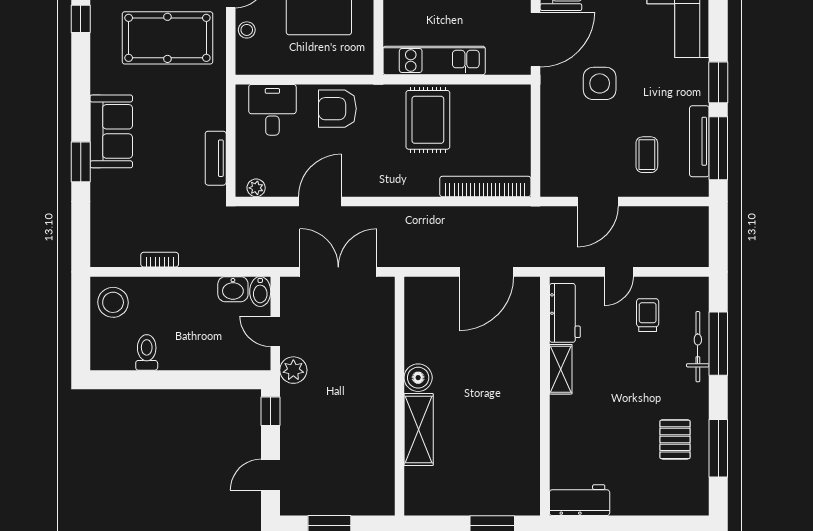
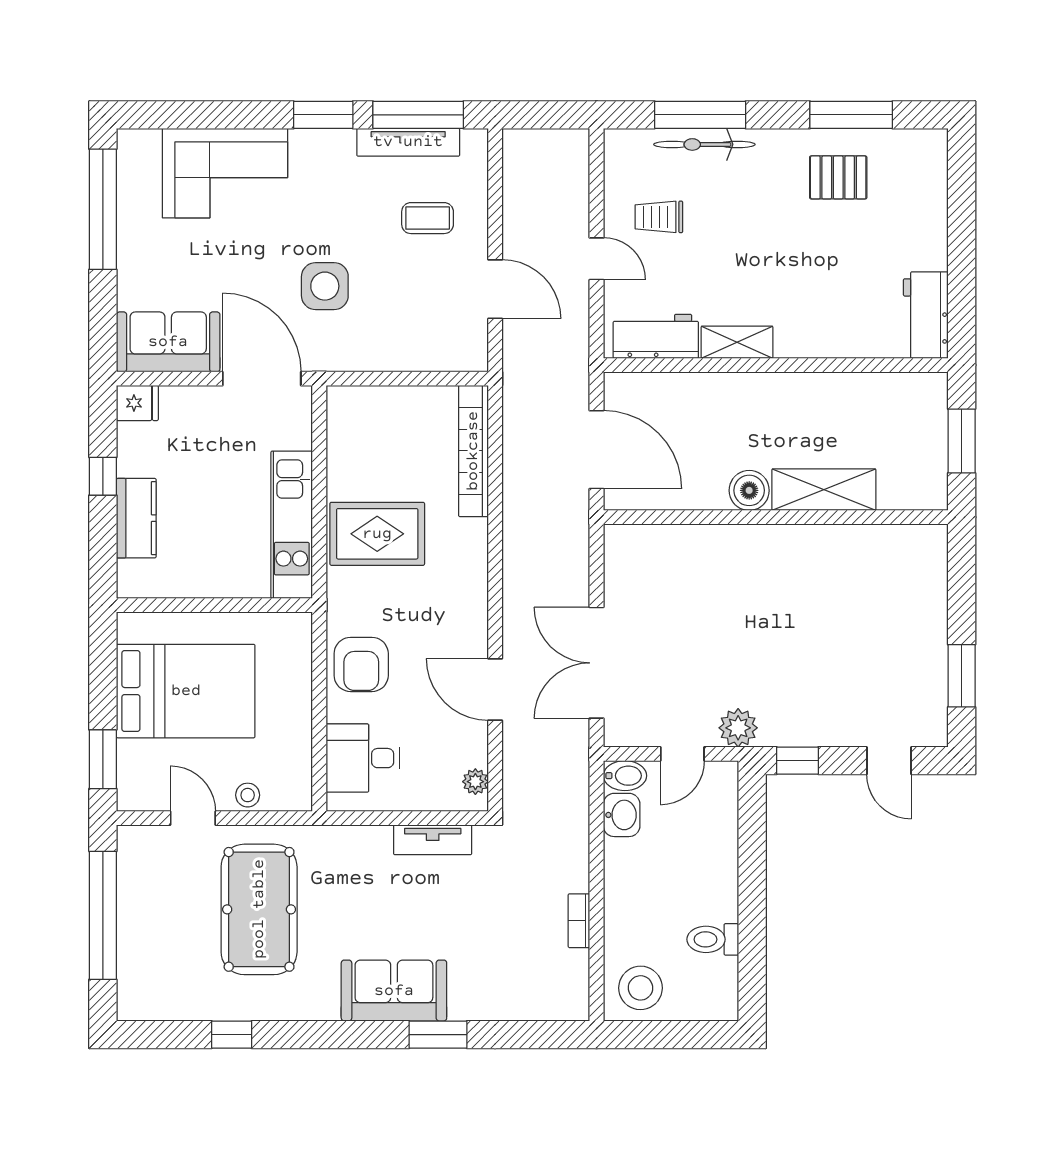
boiler: (418, 378) -> (749, 490), moved
wall: (400, 396) -> (776, 517), moved
shelving: (419, 430) -> (824, 490), moved

